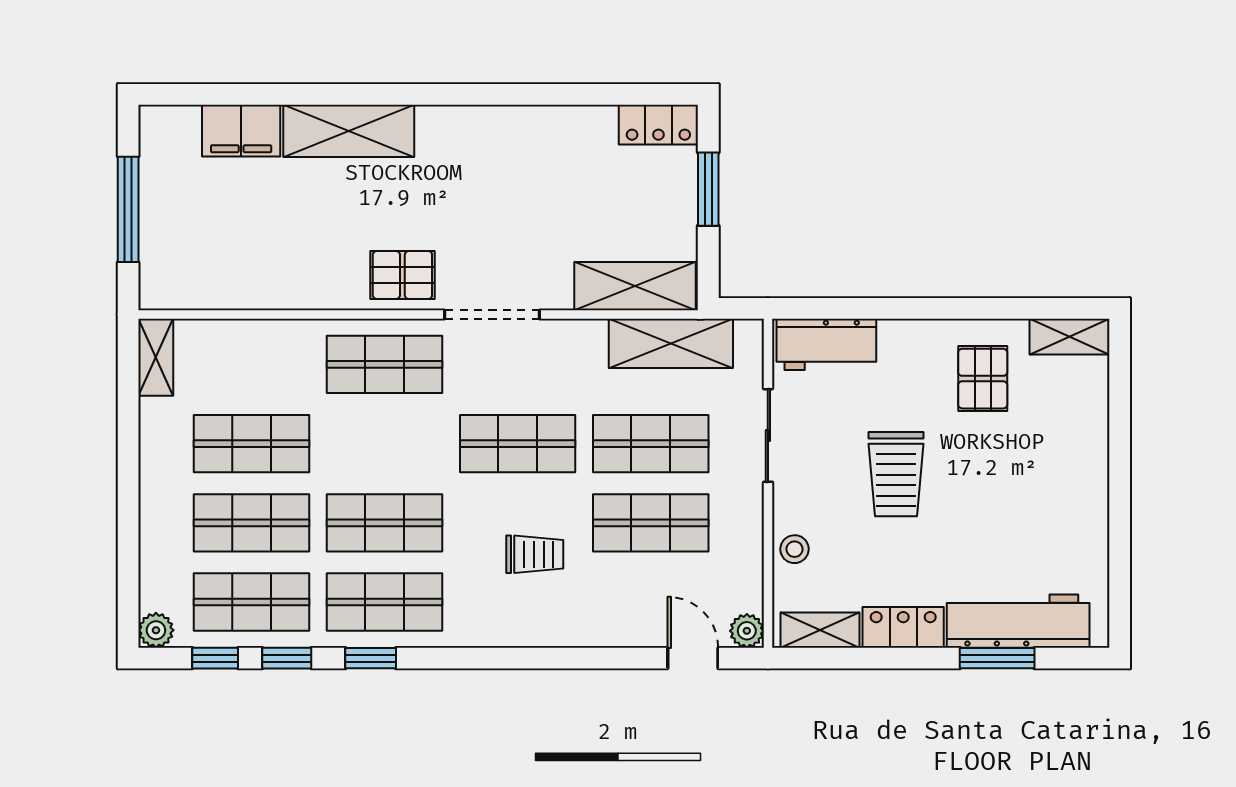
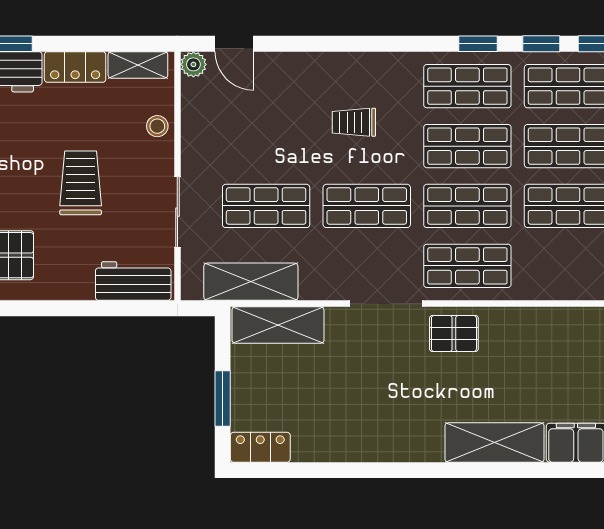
shop shelf: (651, 523) -> (467, 206), moved

